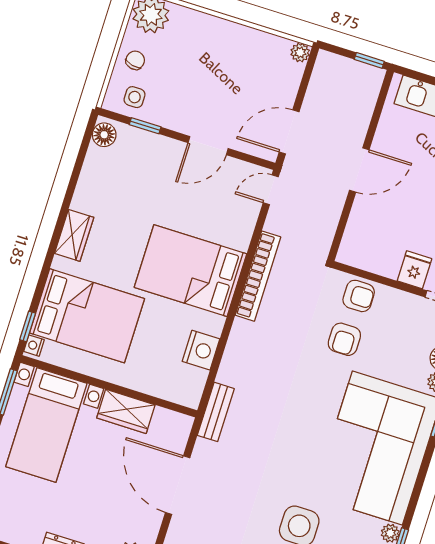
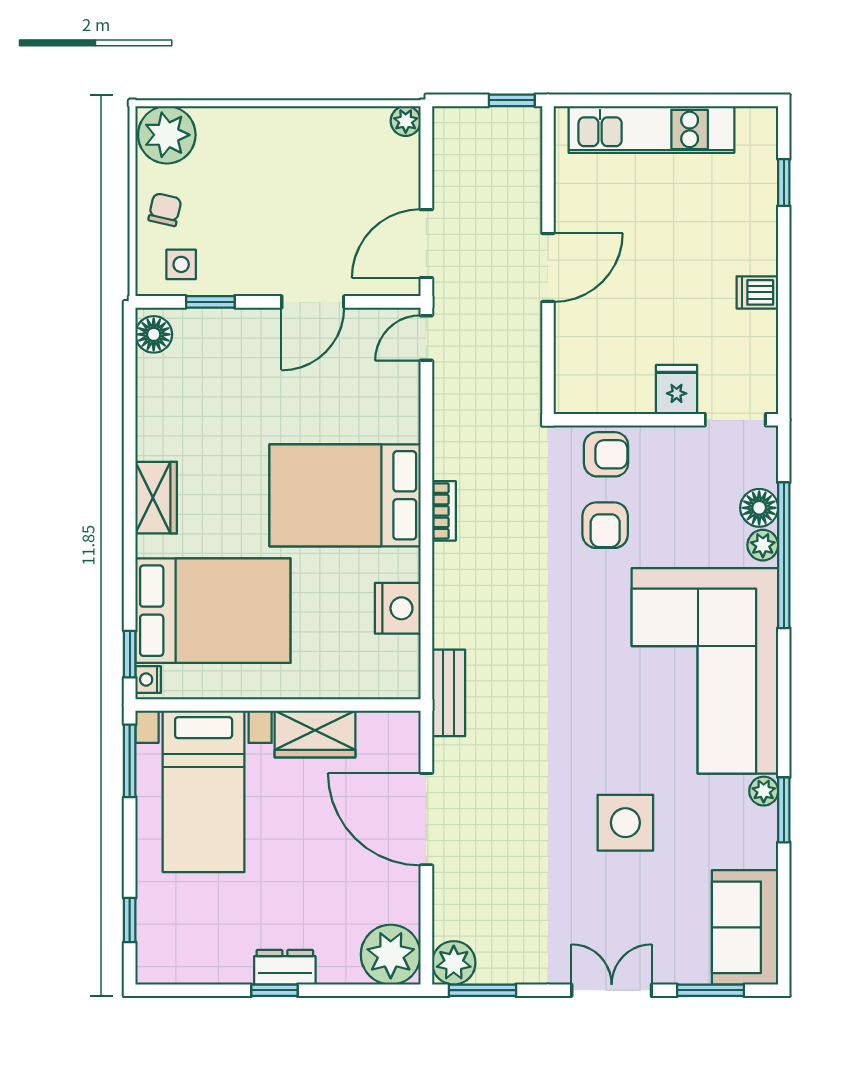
bookcase: (258, 276) -> (444, 511), width x0.43, depth x0.76

